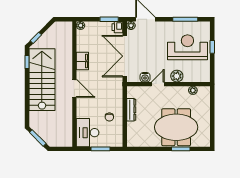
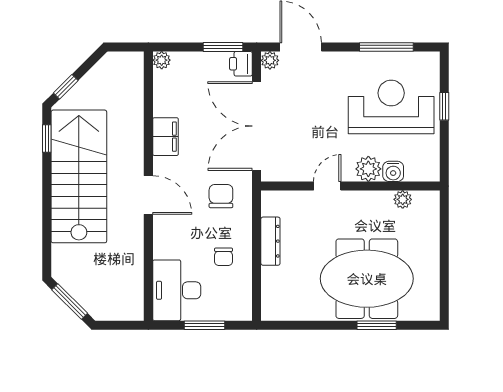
water cooler: (145, 77) -> (393, 171), moved
chair: (108, 89) -> (221, 196), added

